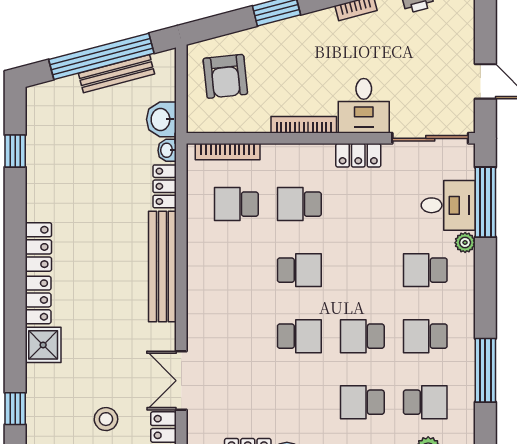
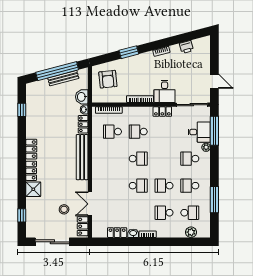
stool: (106, 419) -> (64, 209), moved

